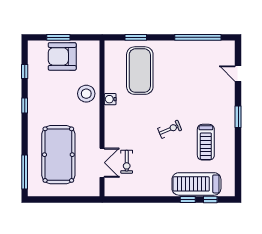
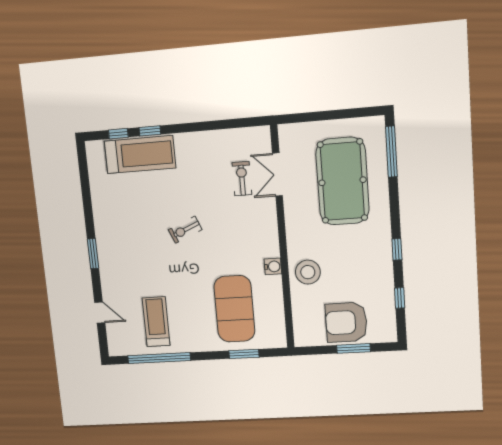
armchair: (62, 56) -> (346, 322), turned 180
treadmill: (206, 142) -> (156, 322), moved

